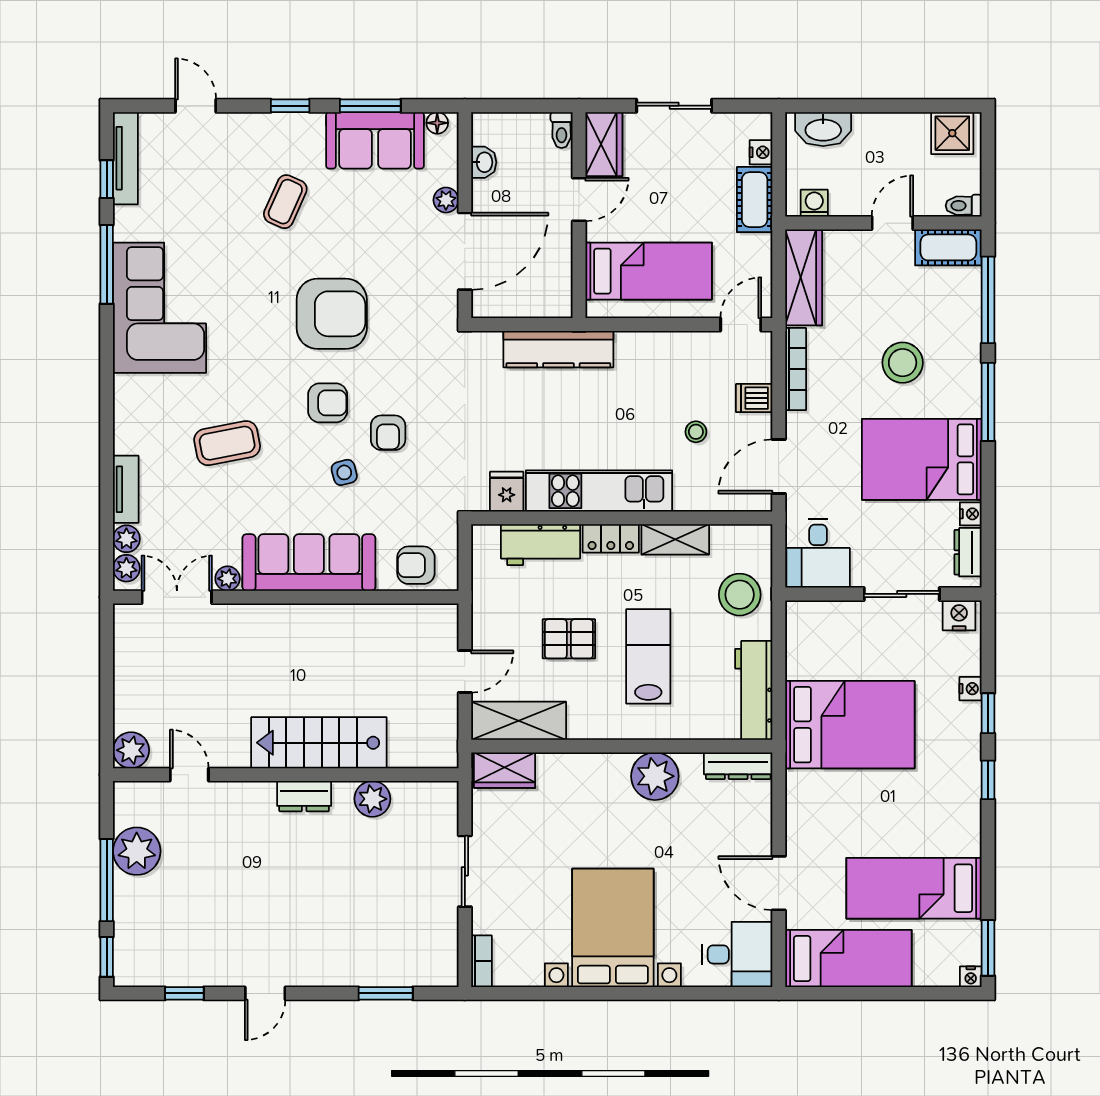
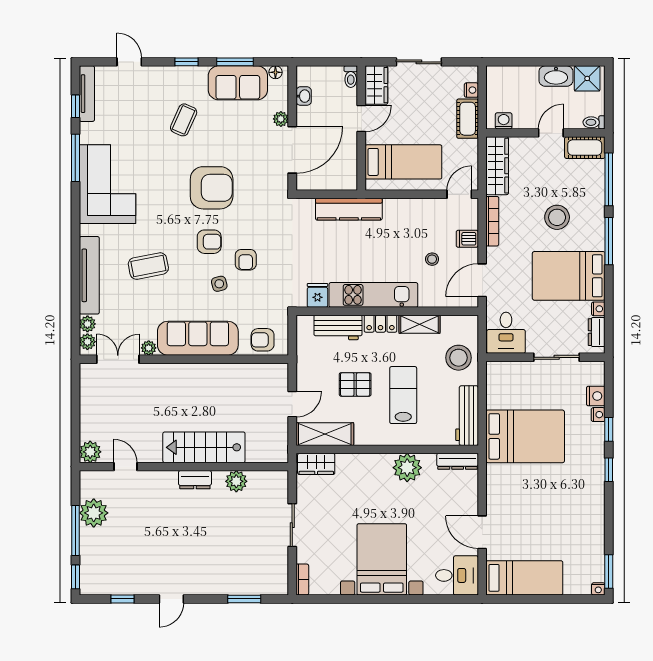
washbasin: (823, 129) -> (556, 76), moved
tv unit: (126, 489) -> (89, 275), width x1.92, depth x1.29
nightstand: (959, 615) -> (596, 396), moved, turned 90
bed: (914, 888) -> (564, 535), removed

